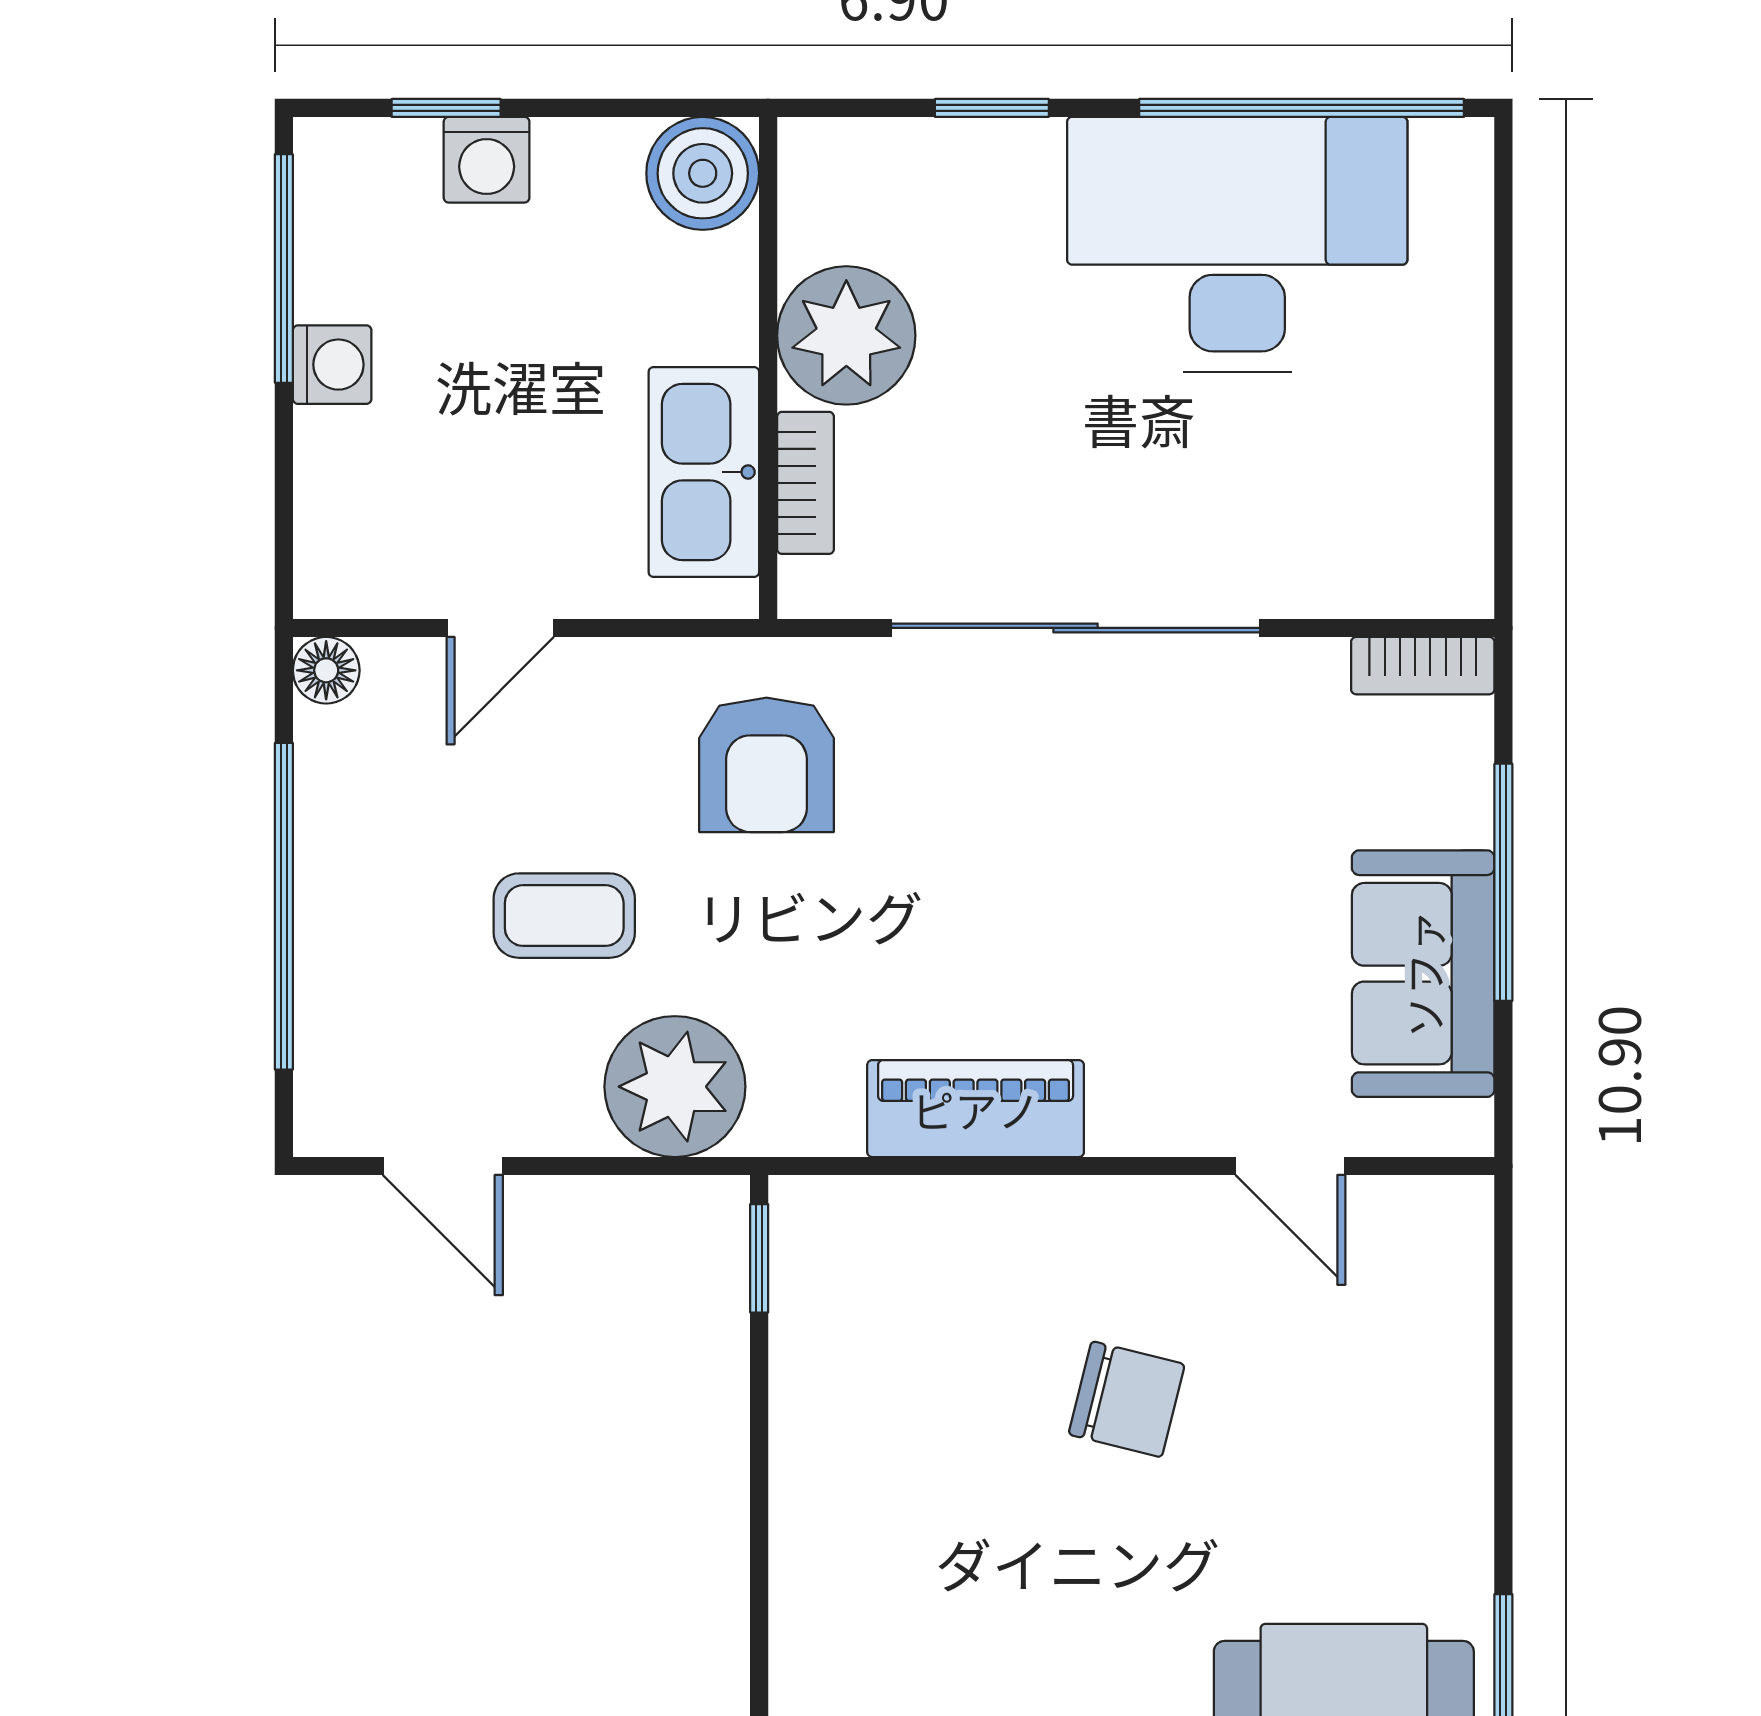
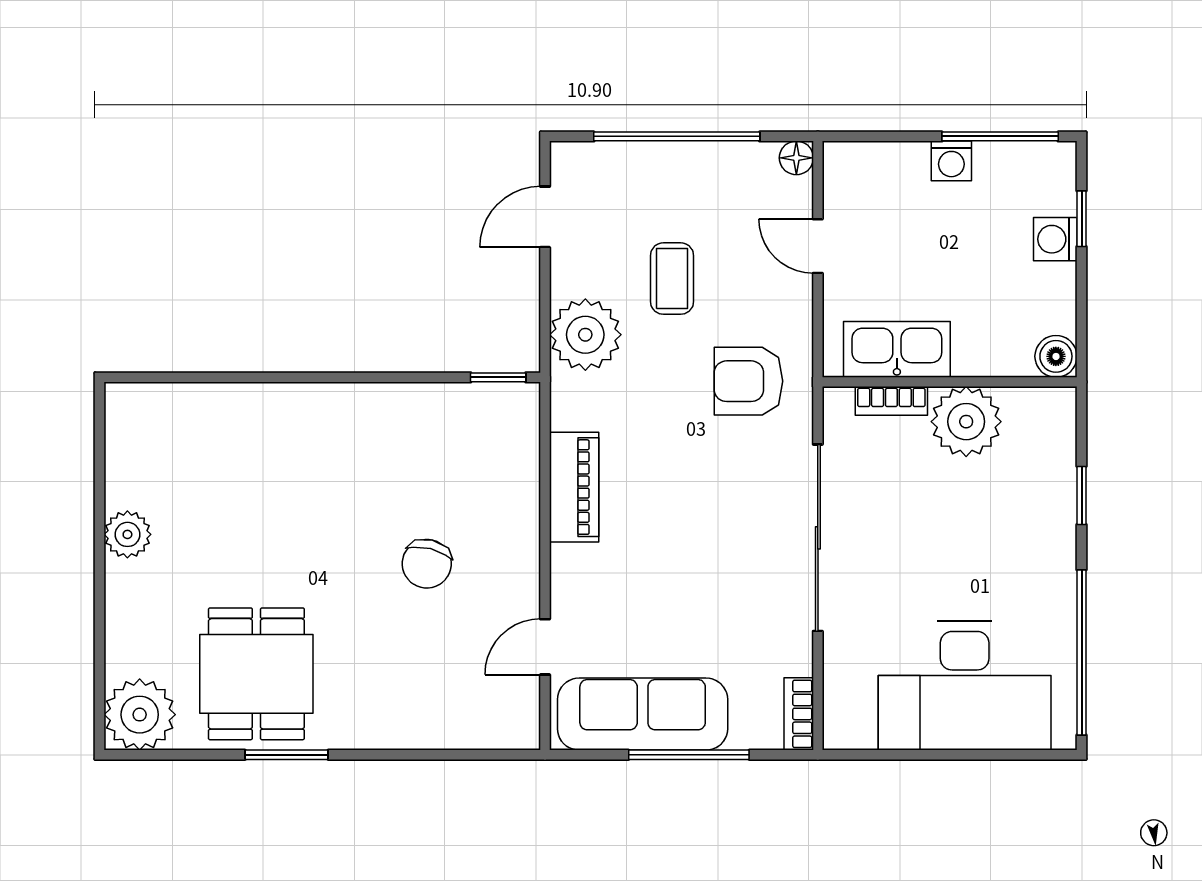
boiler: (703, 173) -> (1056, 356), width x0.73, depth x0.73
desk: (1237, 244) -> (965, 686), moved, turned 90
sofa: (1423, 974) -> (643, 714), width x1.36

